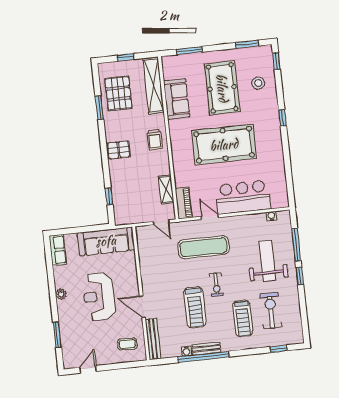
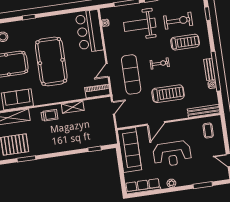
pallet: (119, 150) -> (58, 143), removed
shelving: (166, 190) -> (73, 107), moved
bar counter: (243, 197) -> (89, 31), moved
row of seats: (58, 250) -> (143, 186), width x1.48
door: (142, 307) -> (156, 123), moved
treadmill: (195, 307) -> (168, 94), moved
exercise bike: (271, 311) -> (178, 21), turned 180

